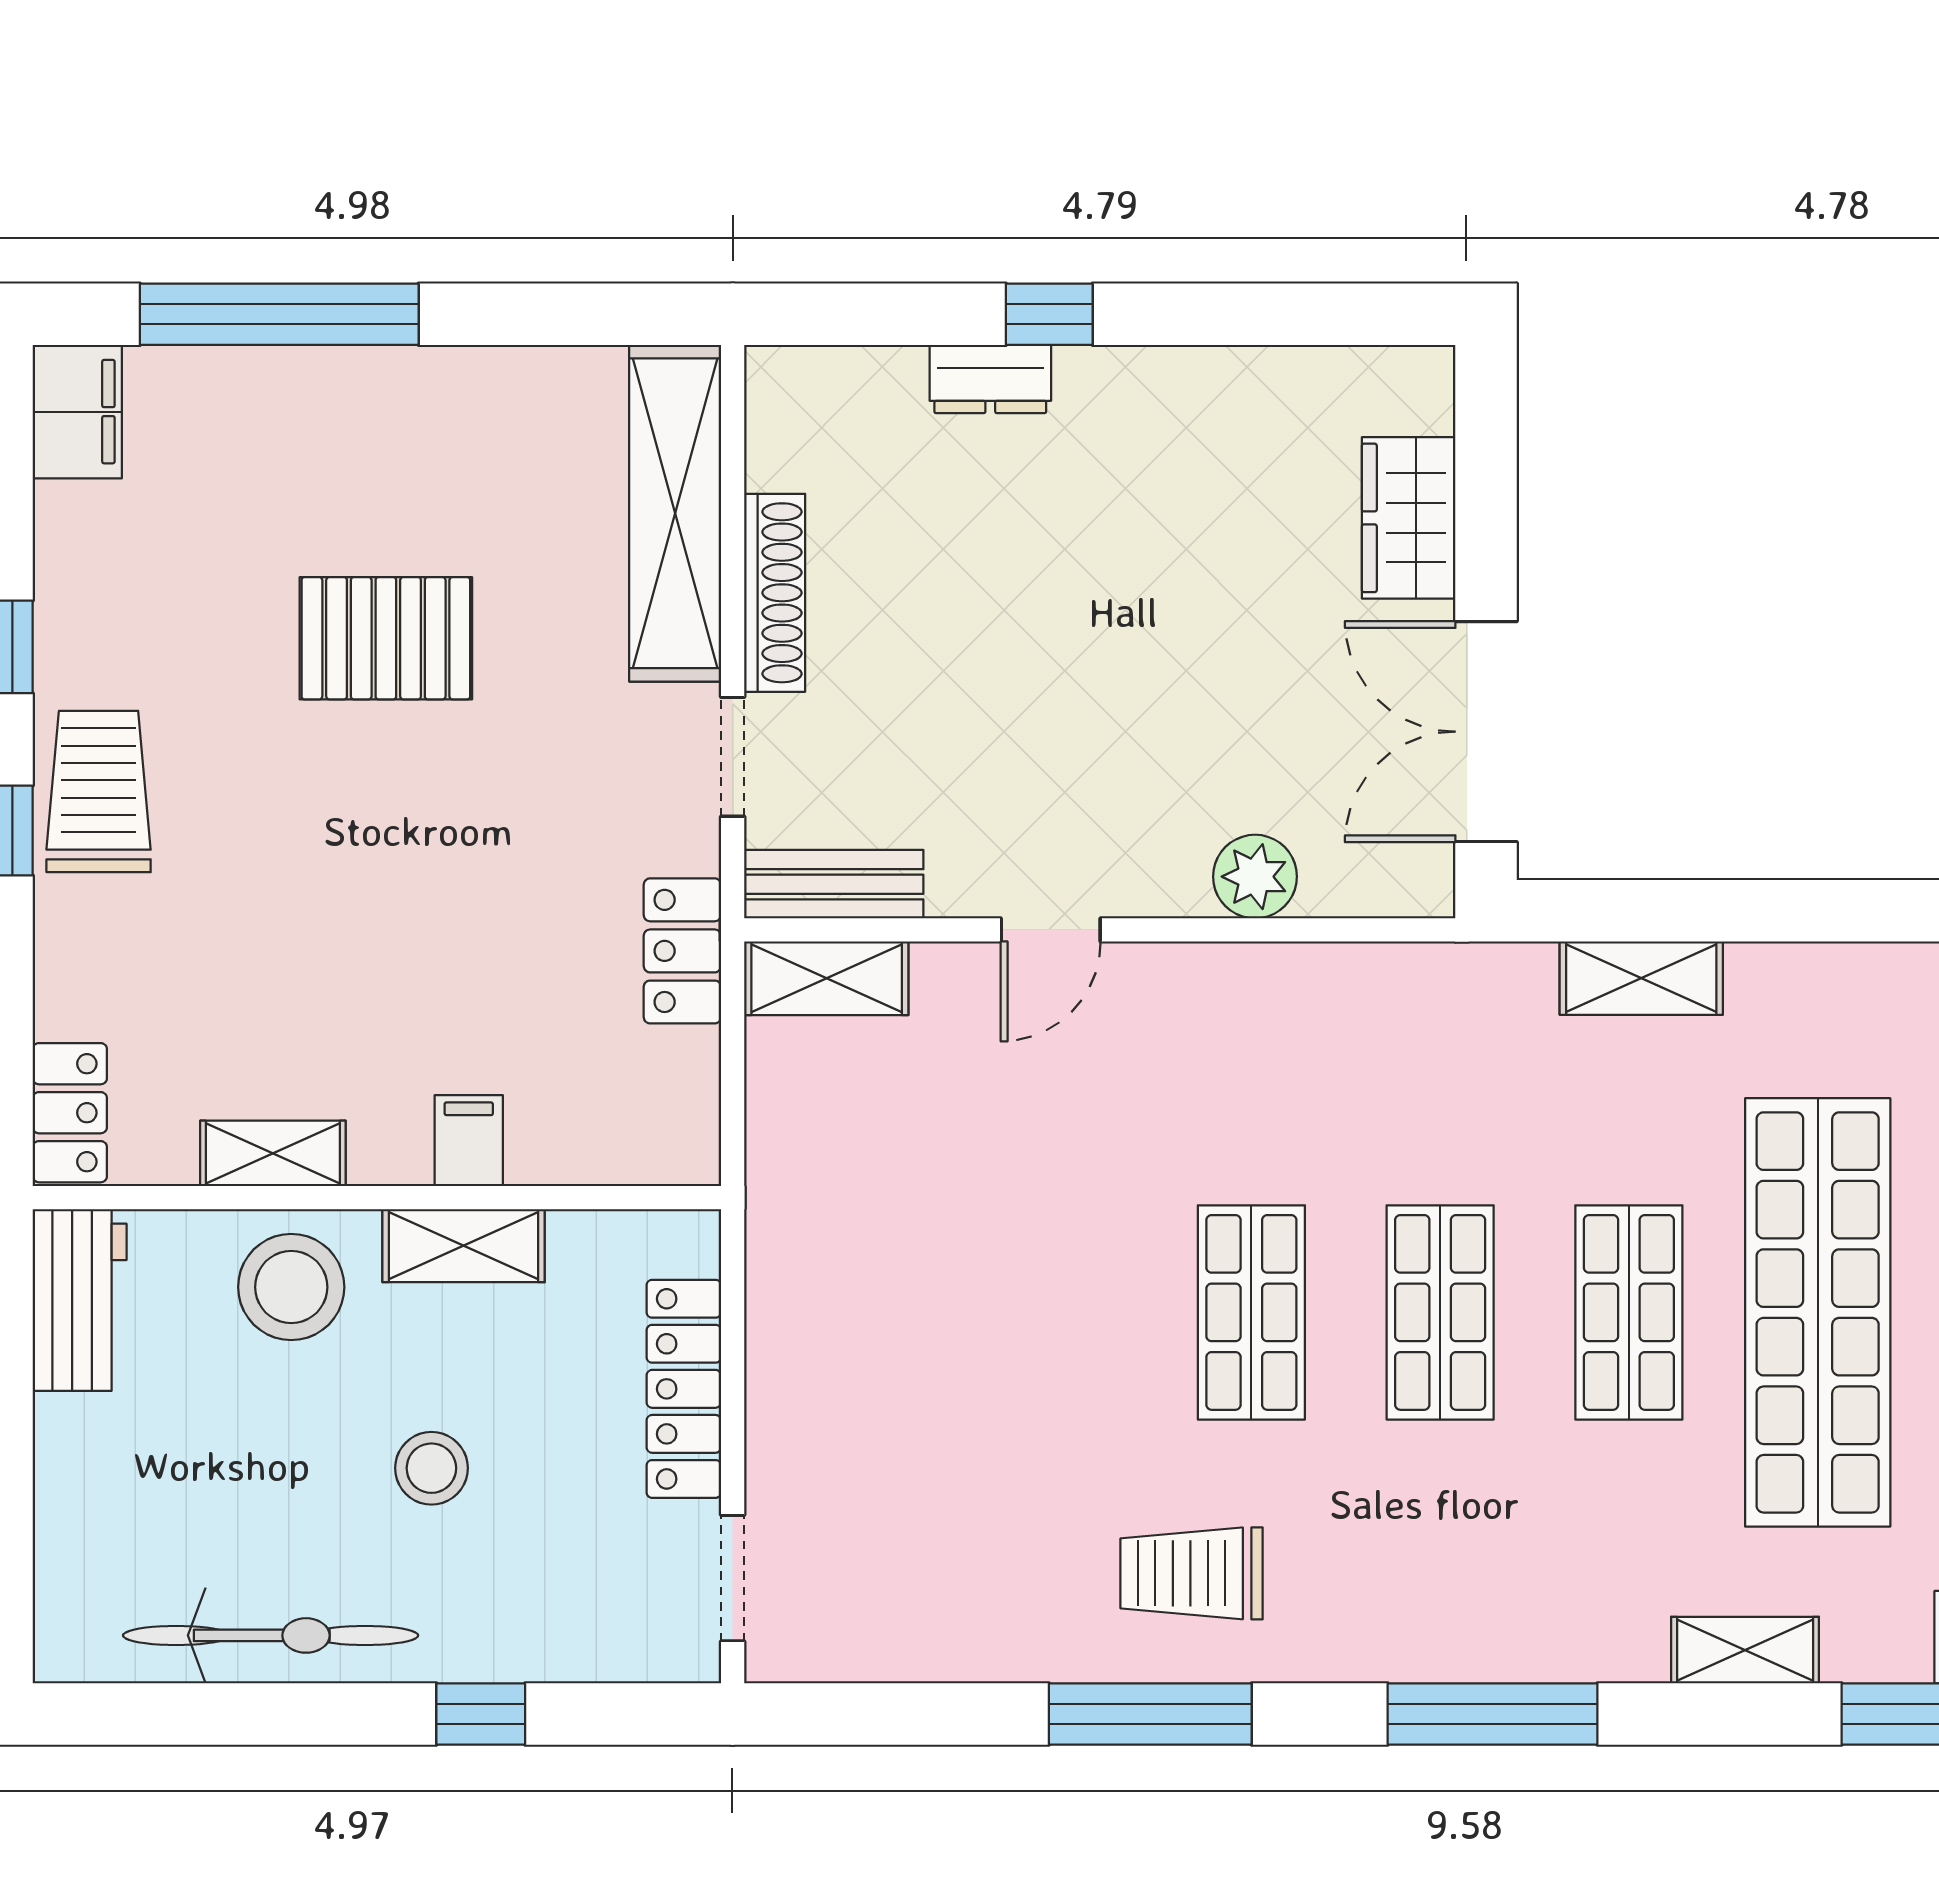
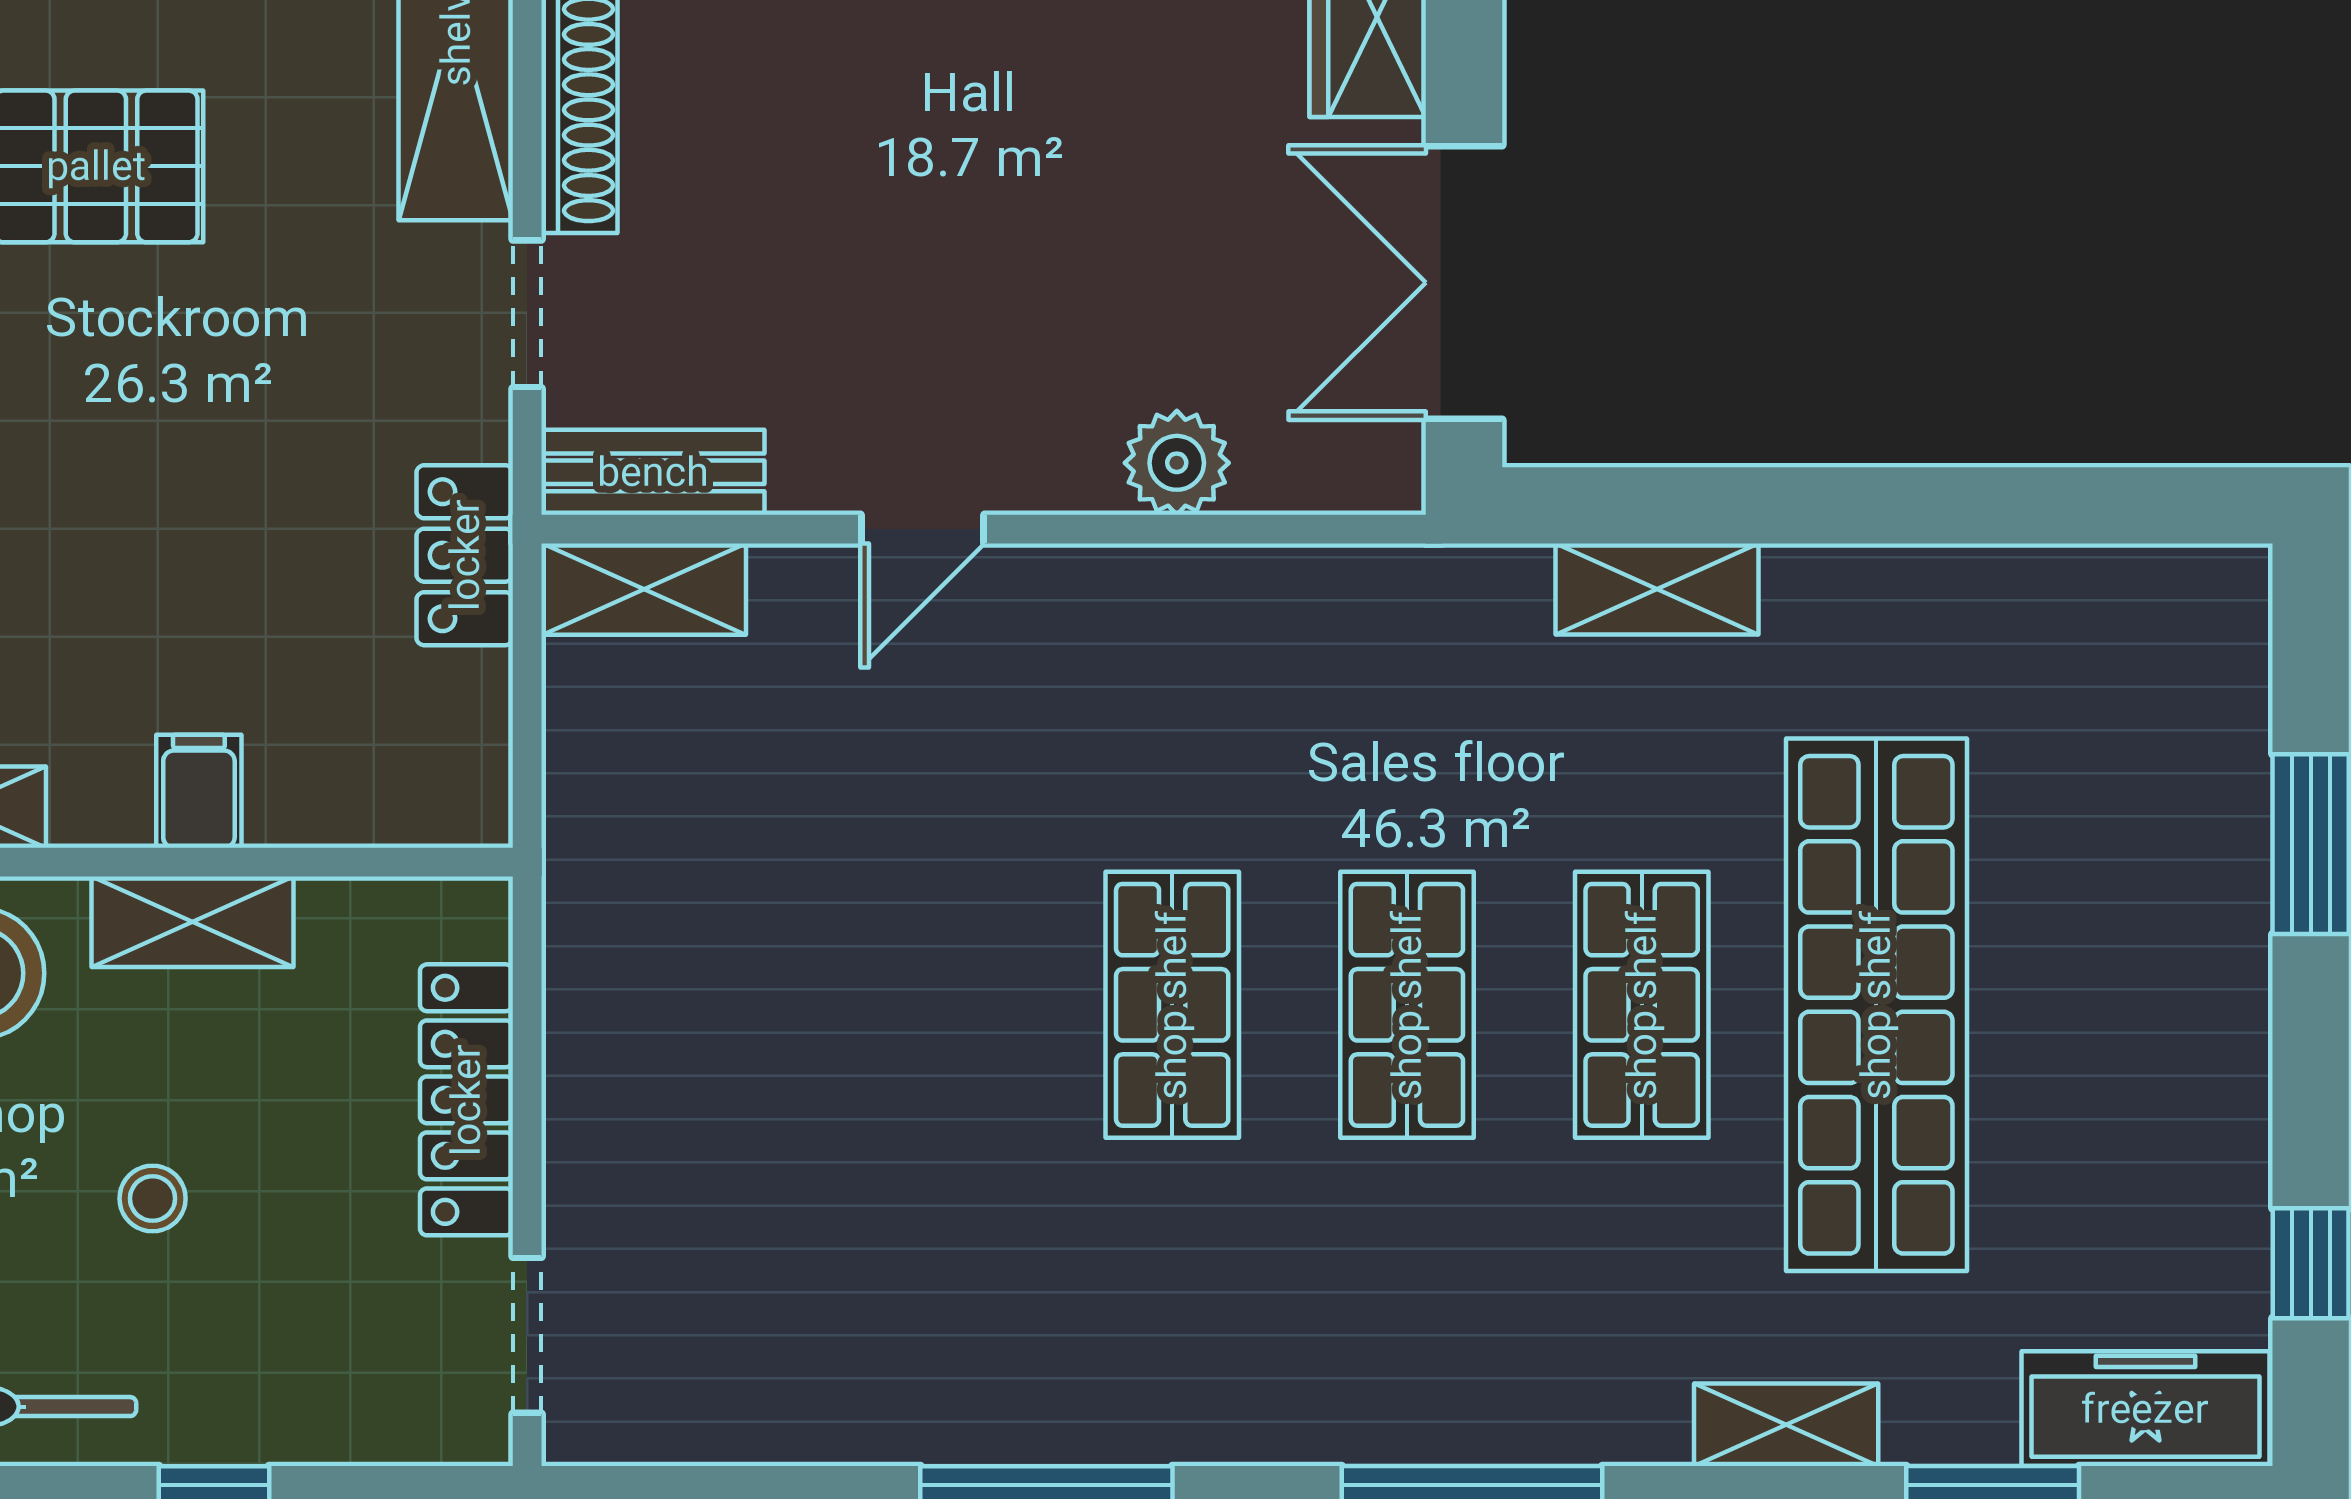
stool: (431, 1468) -> (153, 1198), width x0.73, depth x0.73
trolley: (1192, 1573) -> (1098, 1329), removed

